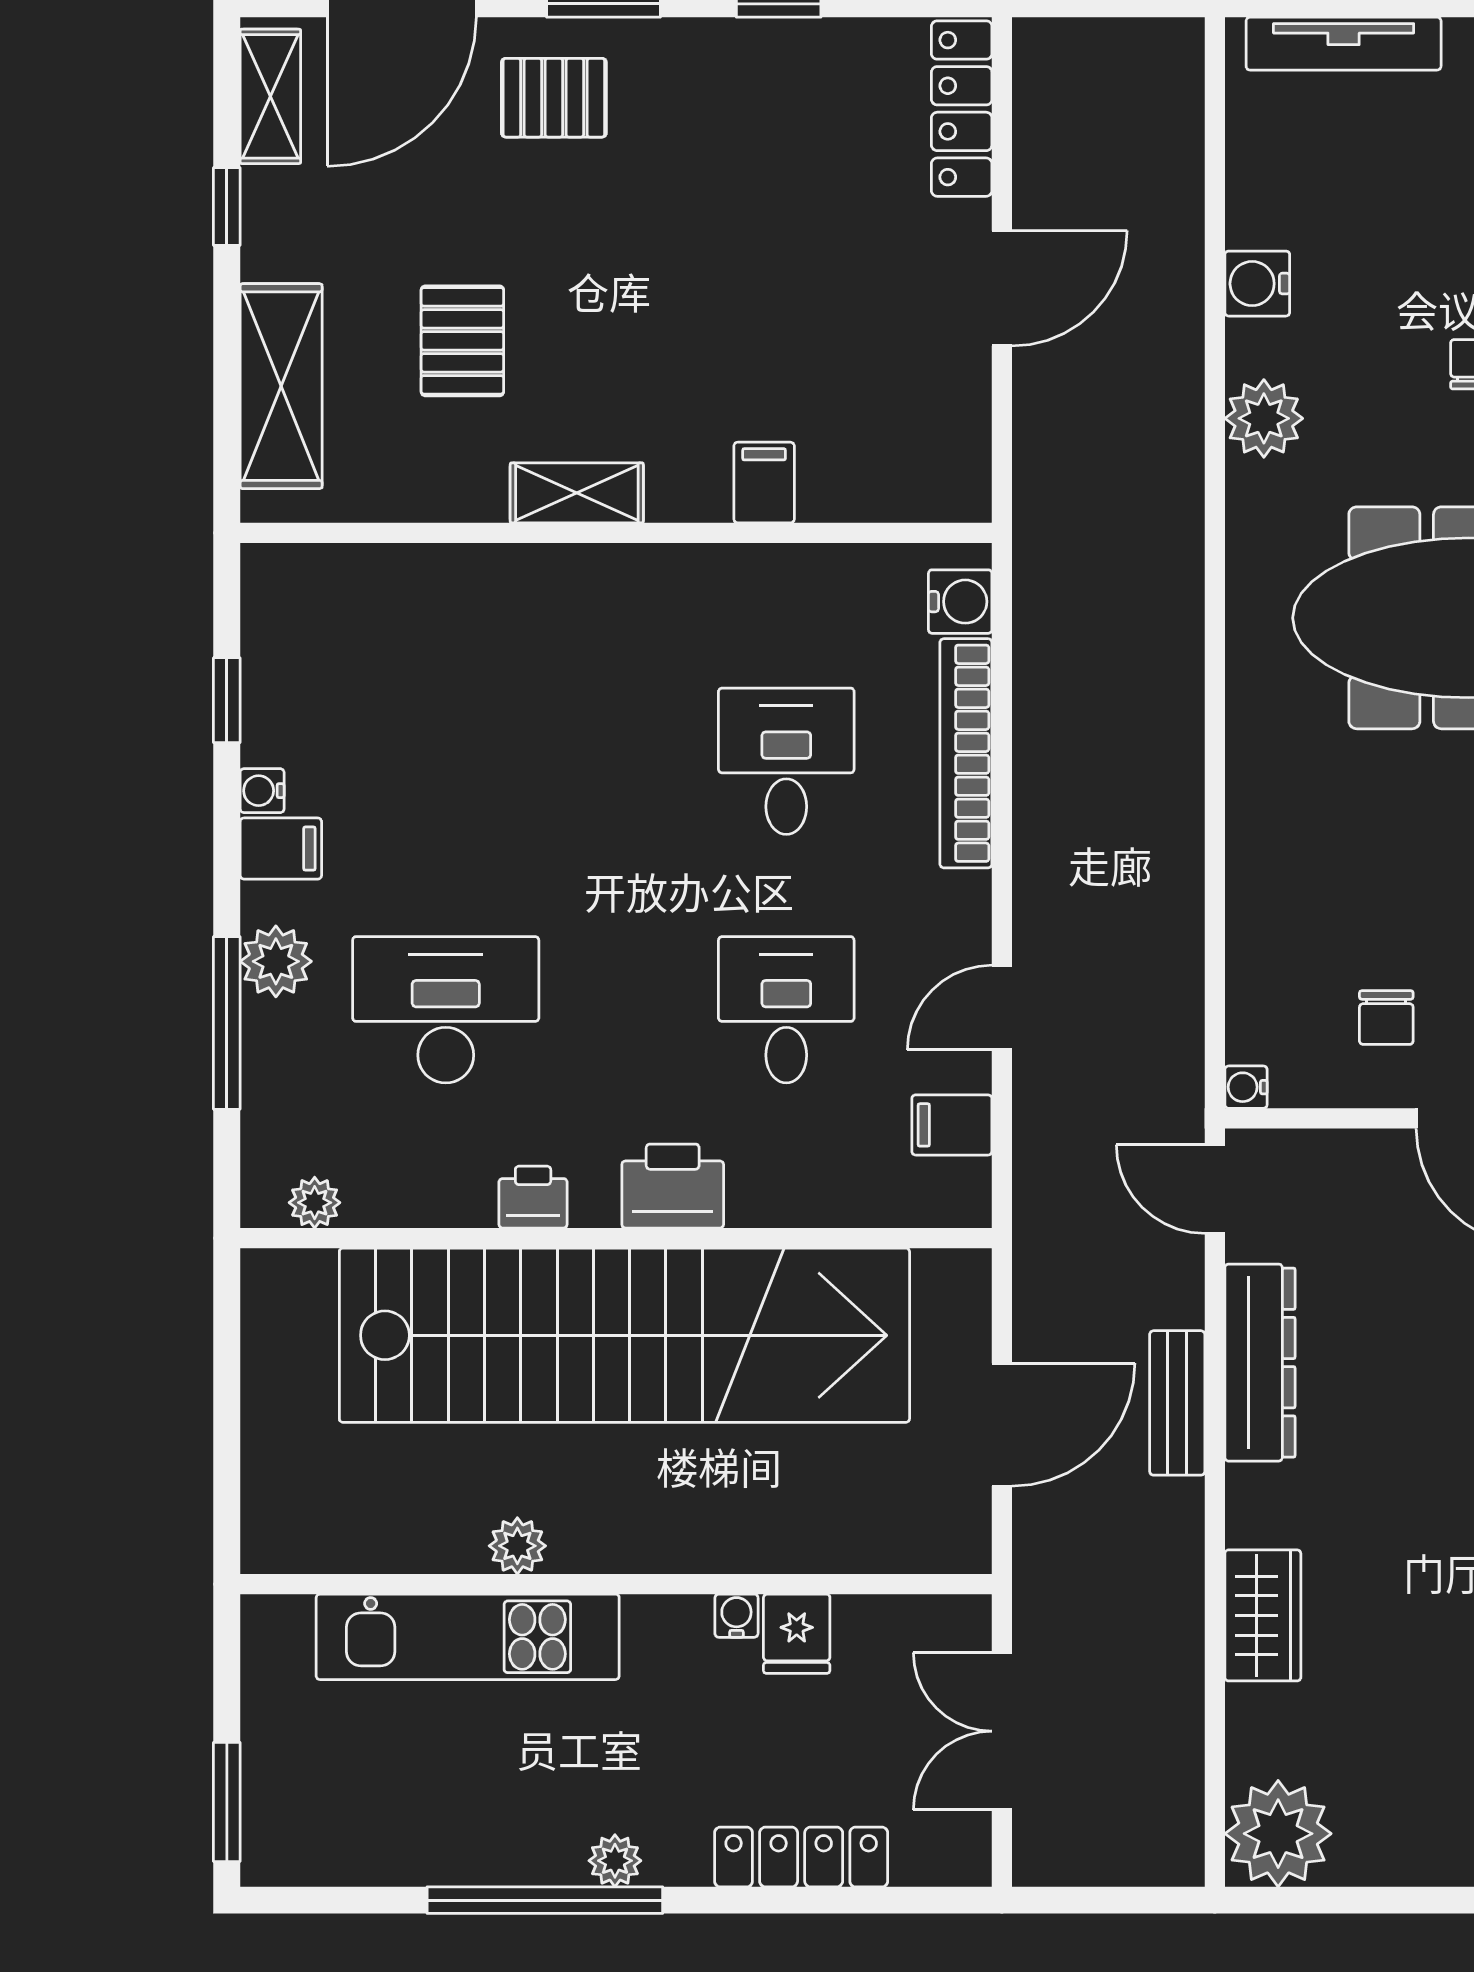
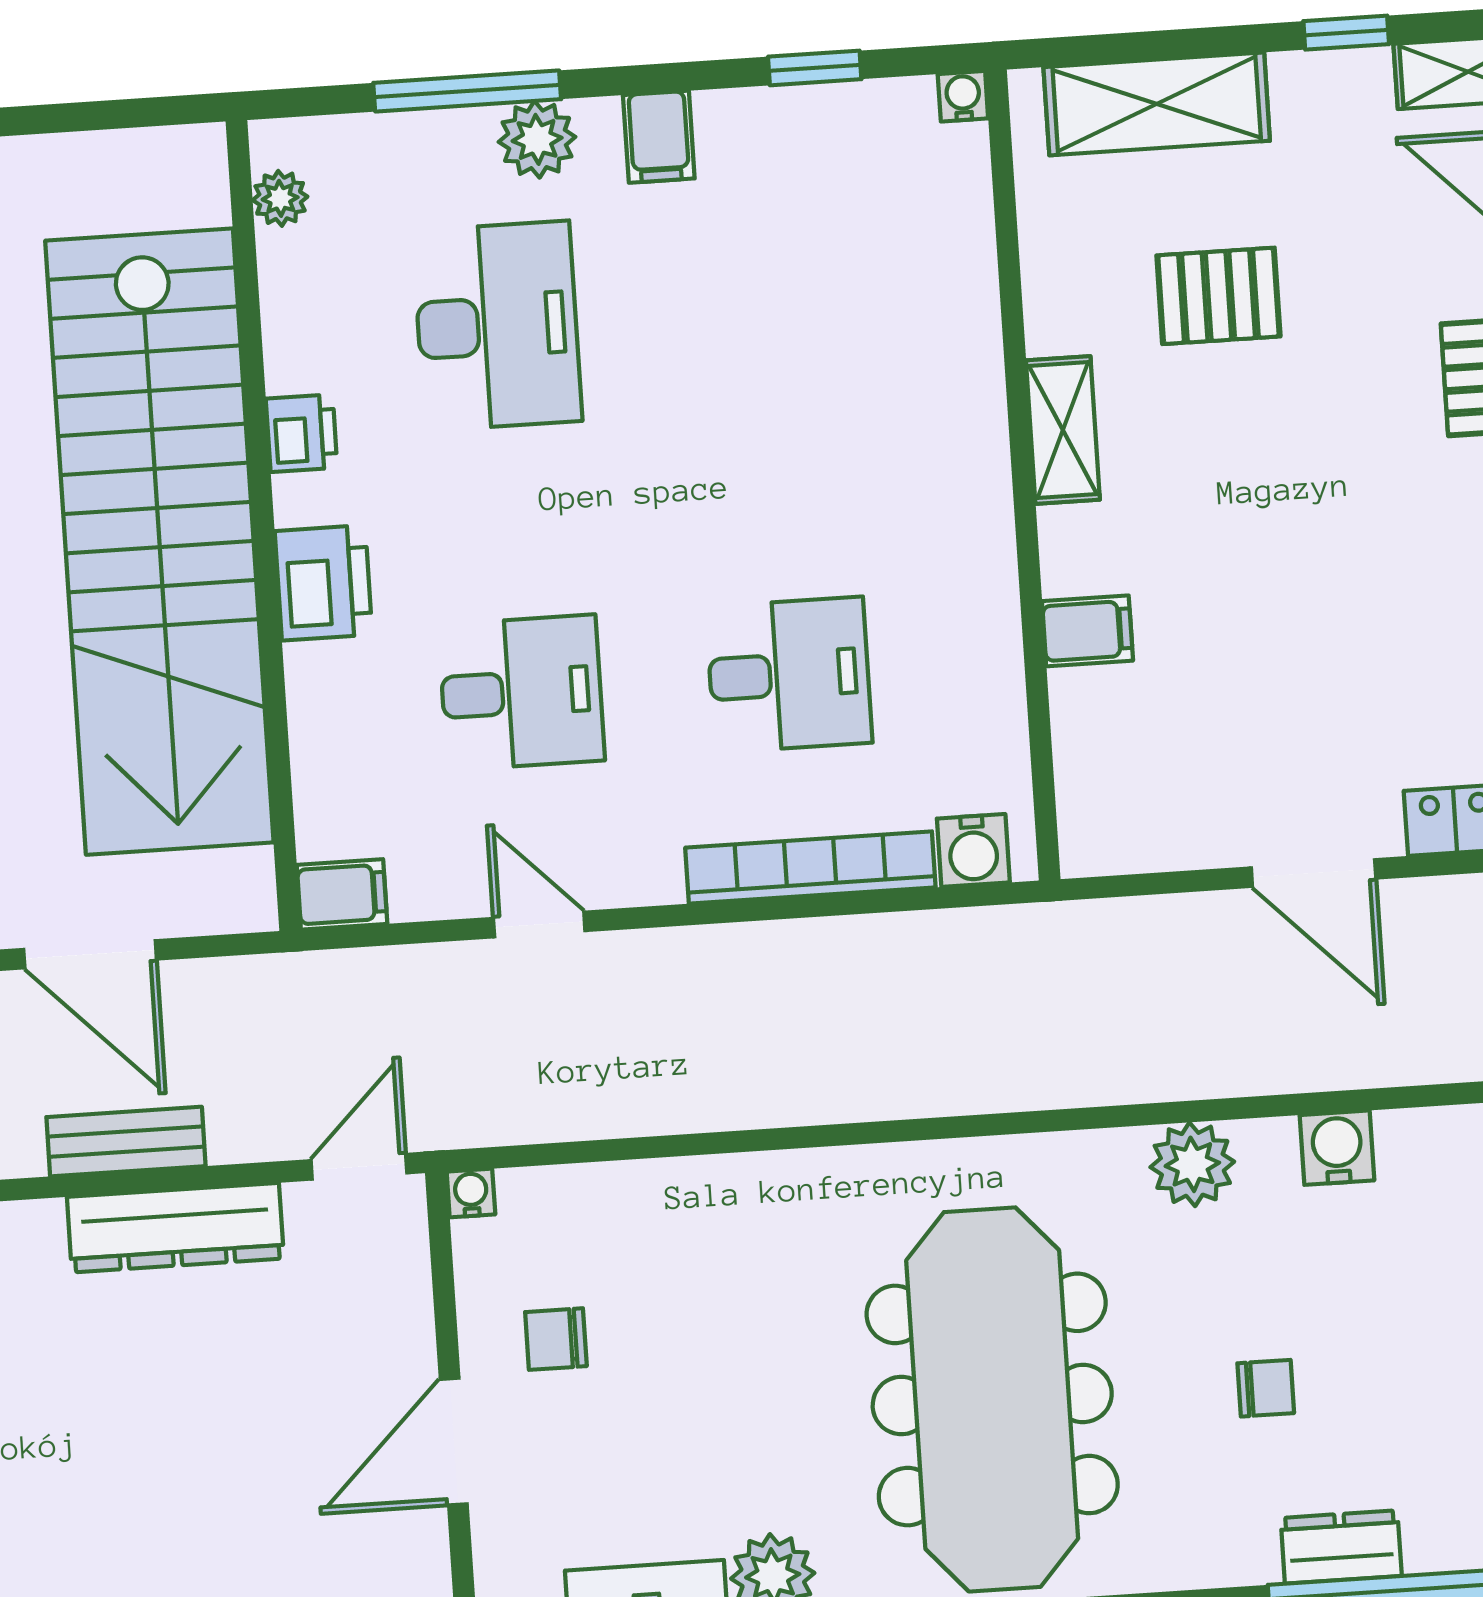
water cooler: (262, 791) -> (963, 96), moved
filing cabinet: (952, 1125) -> (342, 894), moved, turned 90

